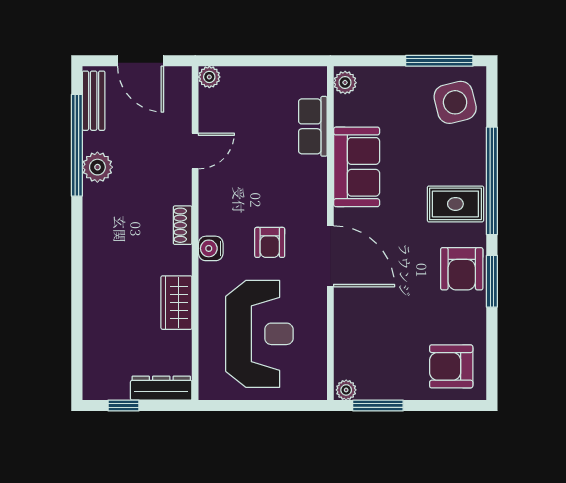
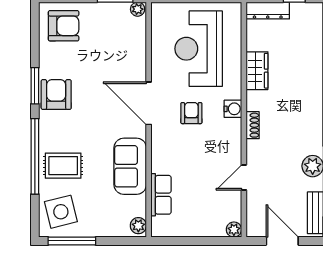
rug: (455, 204) -> (63, 166), moved

